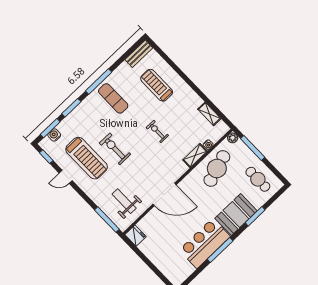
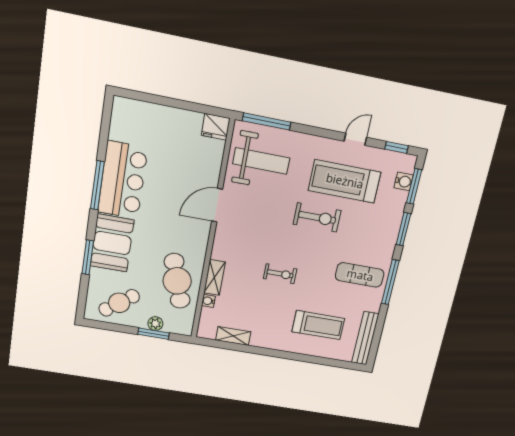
bench: (139, 54) -> (365, 338), width x1.36
plant: (233, 138) -> (155, 324), moved
window: (253, 148) -> (154, 334), width x0.69
cafe table: (258, 179) -> (119, 303), turned -37
door: (164, 194) -> (217, 205), width x0.73
weight bench: (124, 201) -> (261, 161), width x1.36, depth x1.33

